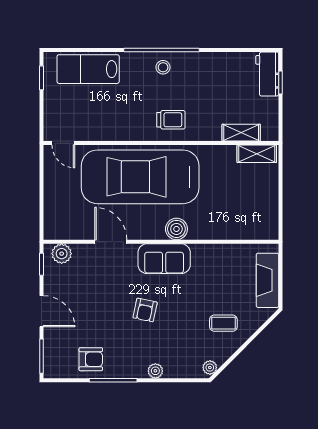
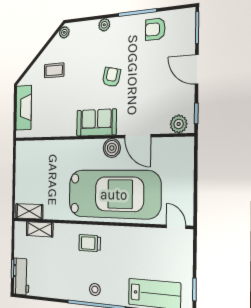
boiler: (176, 229) -> (112, 148), moved

